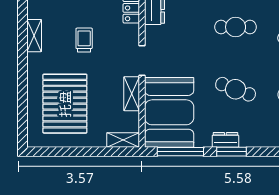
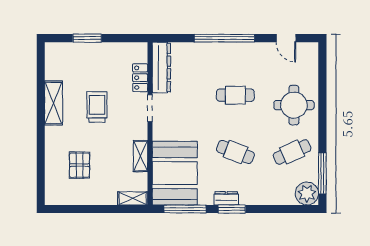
shelving: (34, 36) -> (54, 103), width x1.50, depth x1.33
trolley: (84, 40) -> (97, 107), width x1.36, depth x1.39
doorway: (142, 60) -> (150, 108), moved
pallet: (65, 104) -> (79, 165), width x0.49, depth x0.50

